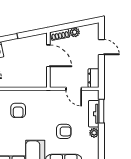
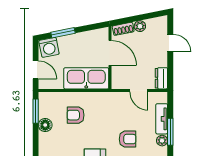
kitchen sink: (27, 78) -> (86, 78), added
armchair: (18, 110) -> (76, 115), turned 90
window: (101, 111) -> (170, 132), moved

